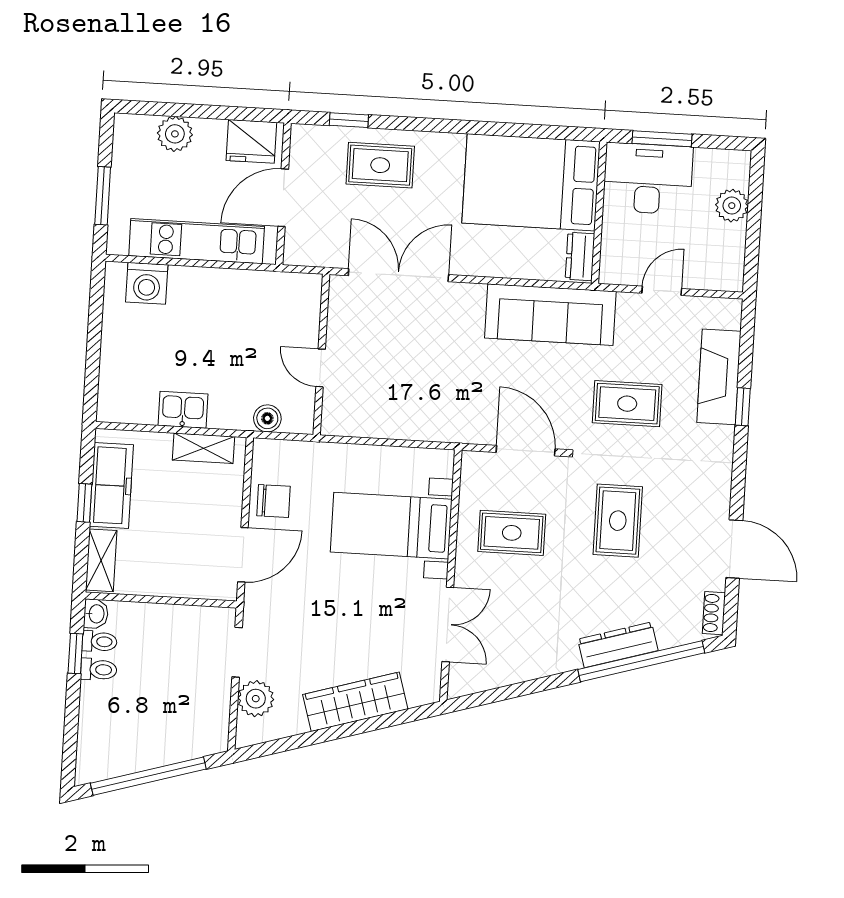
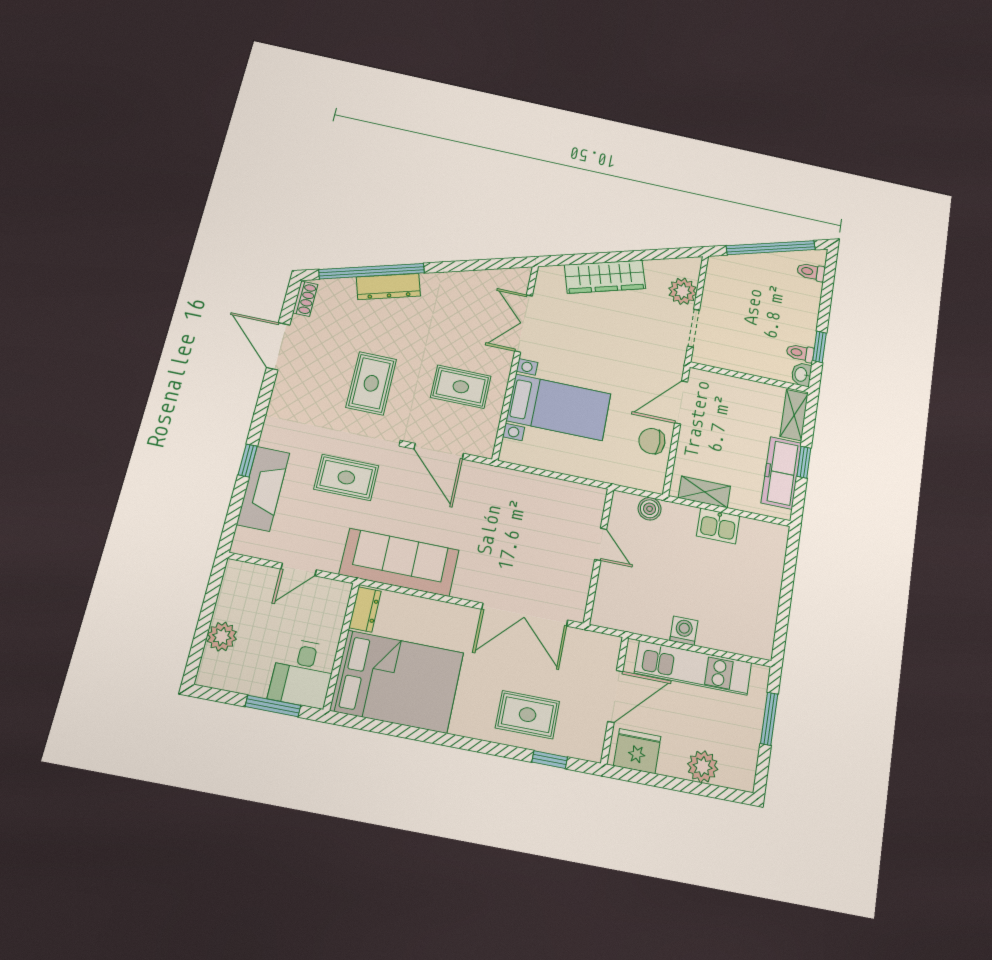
desk: (648, 179) -> (303, 673), width x0.73
washing machine: (147, 283) -> (684, 631), moved, width x0.73, depth x0.73
toilet: (99, 670) -> (811, 272), moved

